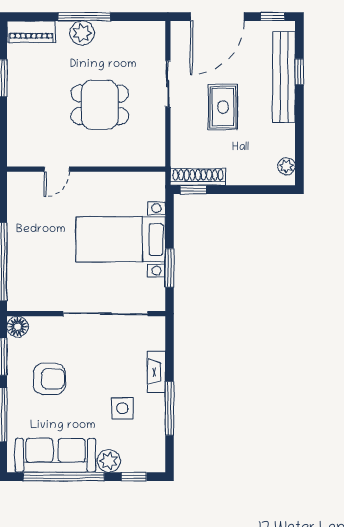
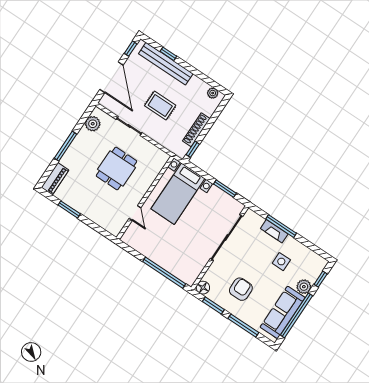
plant: (82, 33) -> (93, 124), moved
shoe rack: (198, 177) -> (196, 130), moved
bed with nightstands: (121, 239) -> (178, 194), moved
window: (170, 408) -> (281, 226), moved

